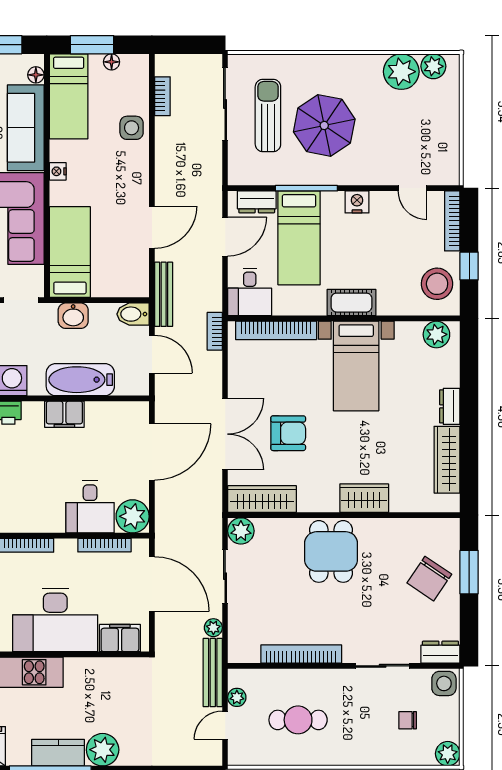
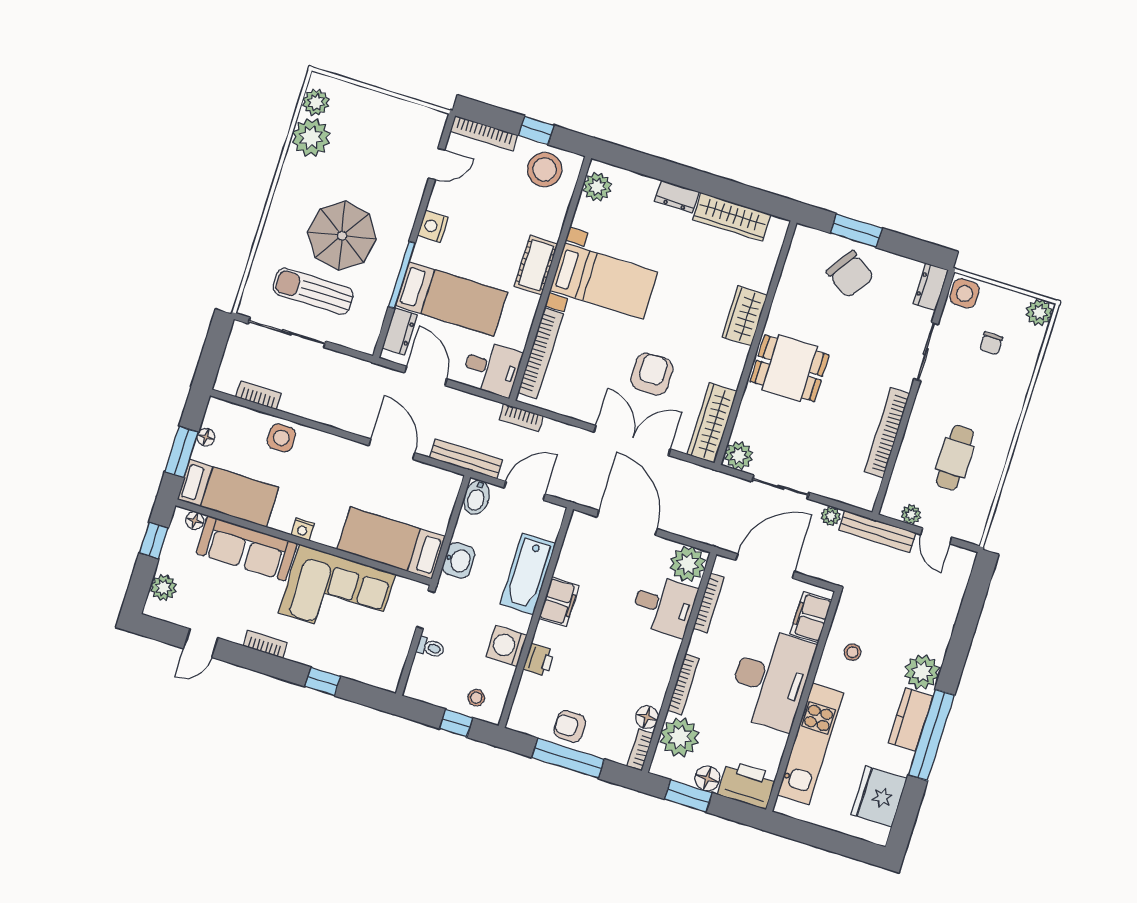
stool: (101, 684) -> (853, 652), added

